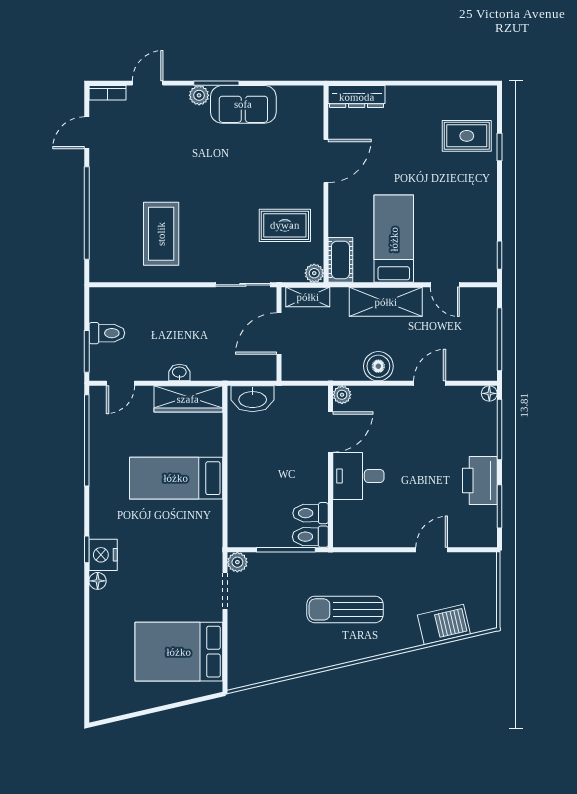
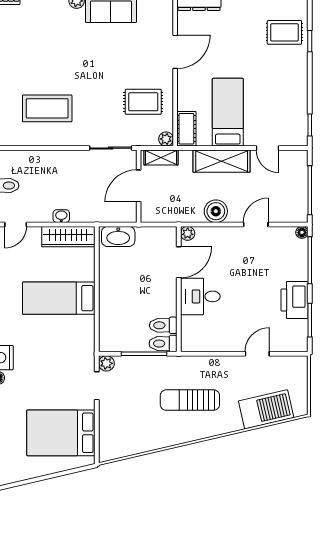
coffee table: (161, 234) -> (47, 108), turned 90
barbecue: (444, 625) -> (266, 409), width x1.37, depth x1.21

